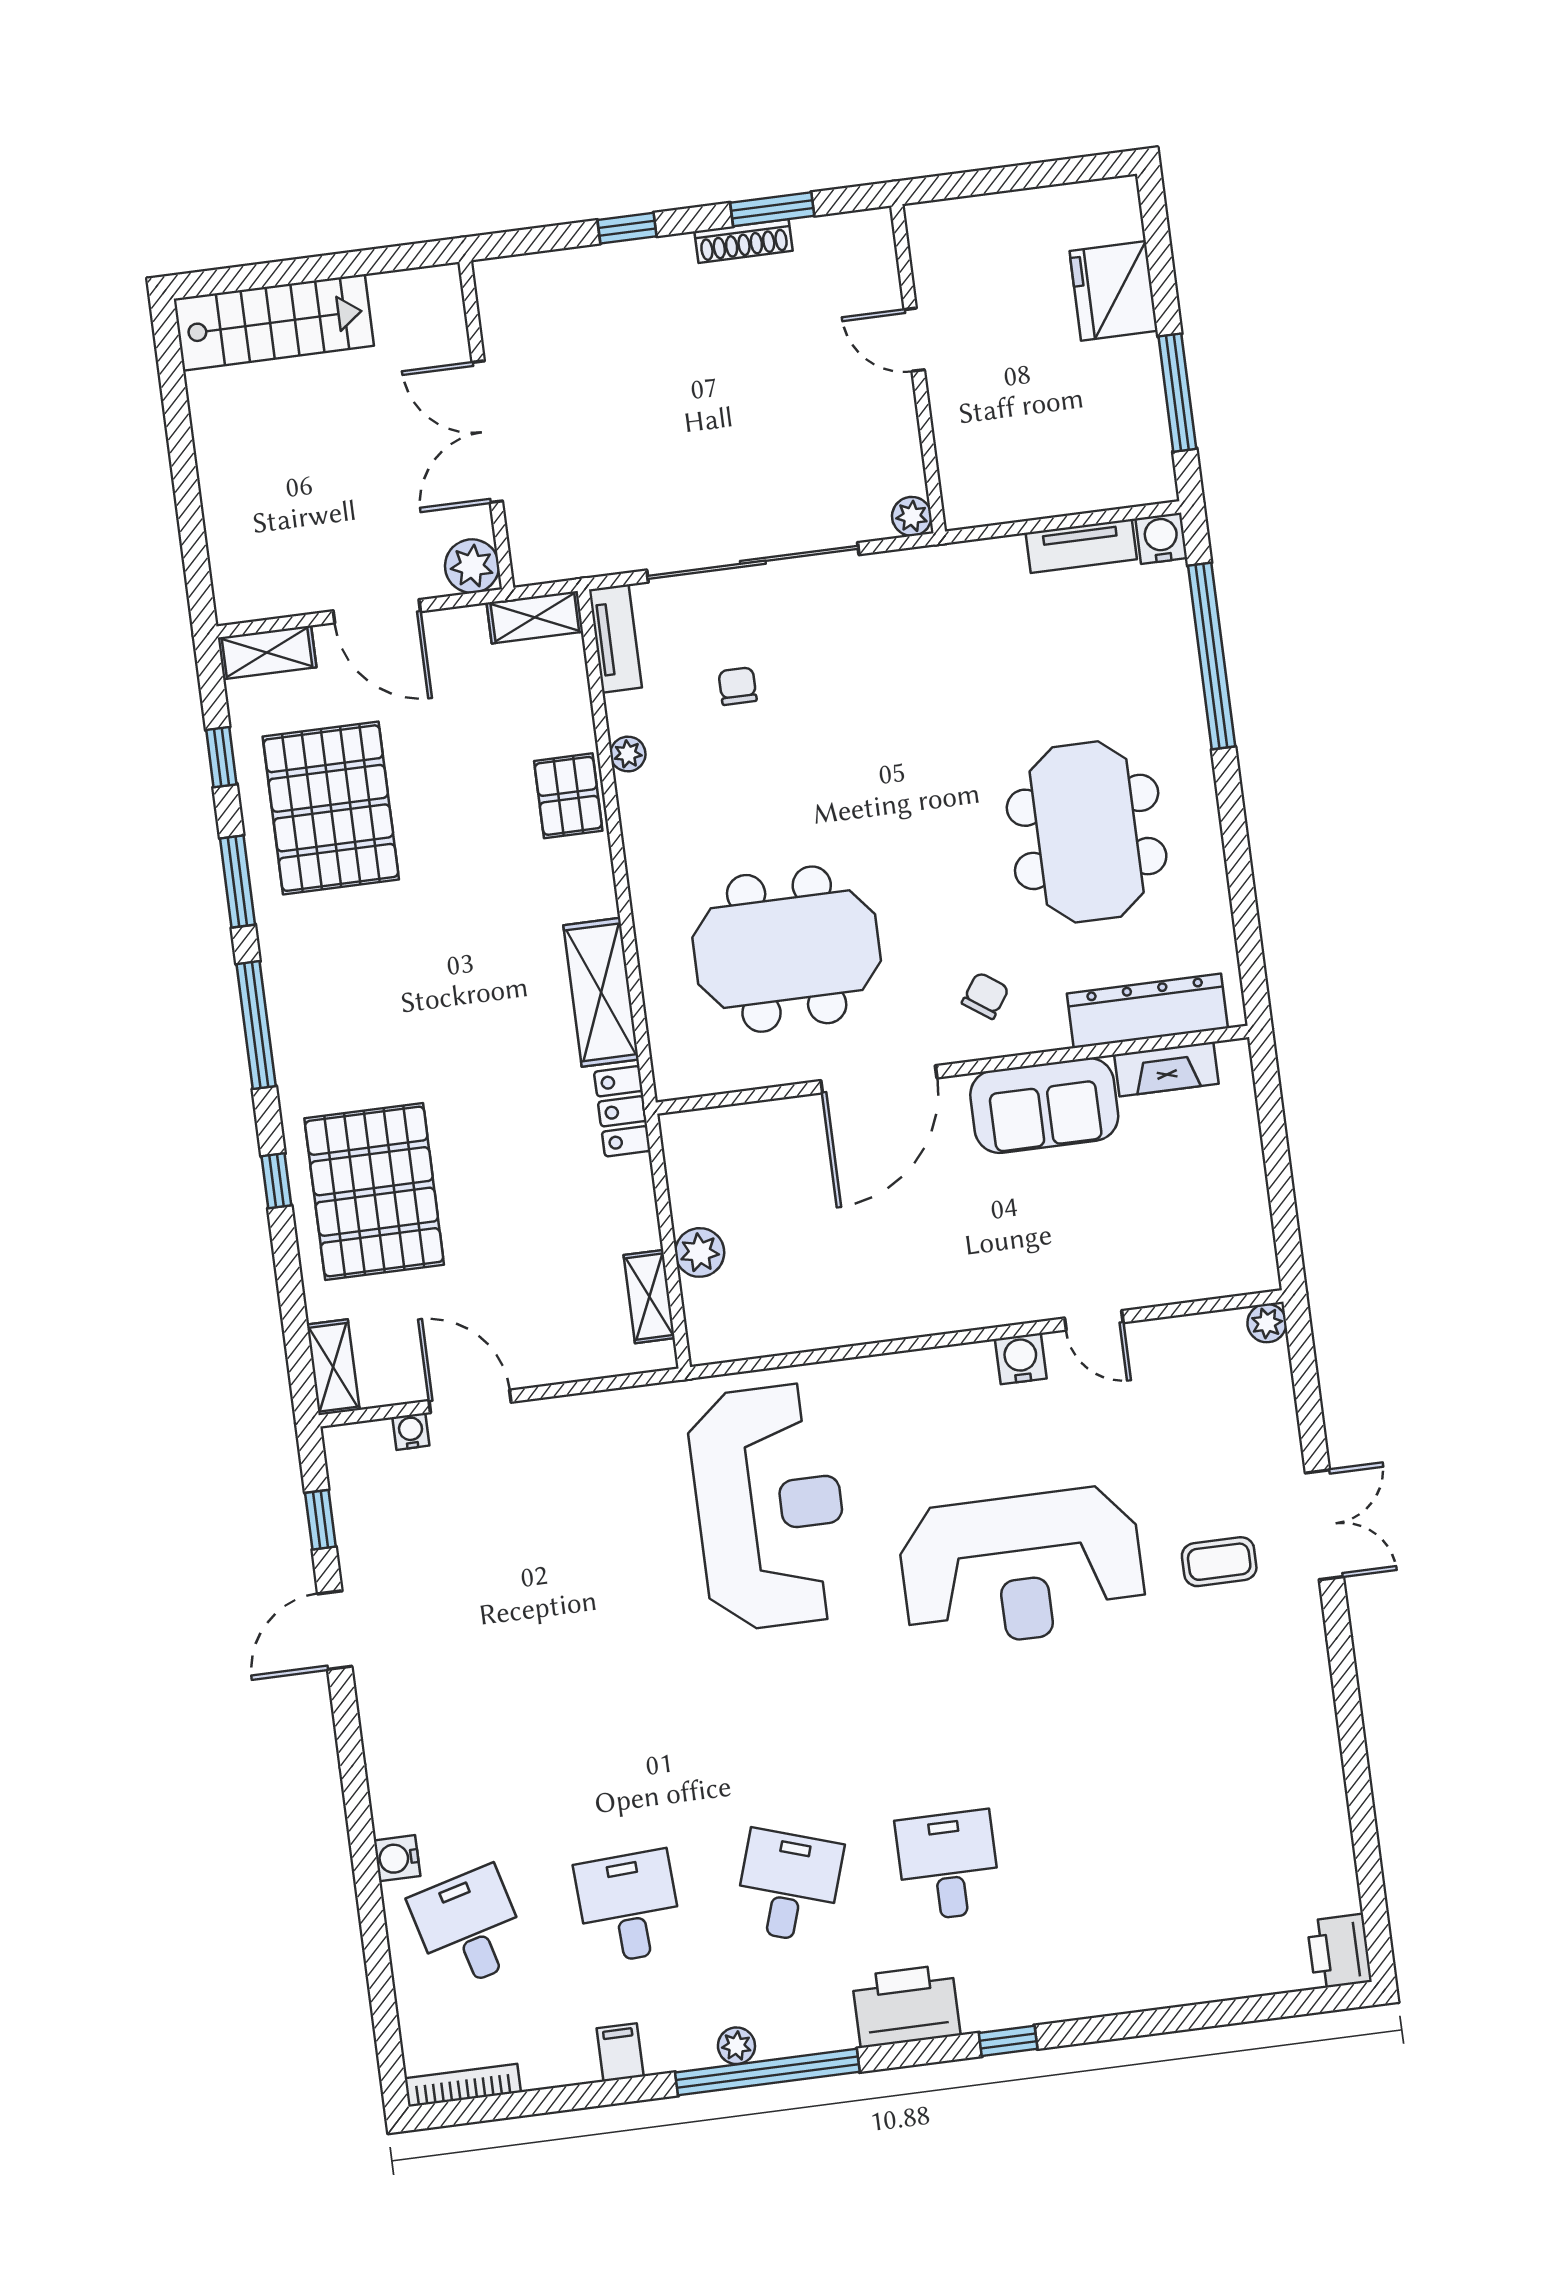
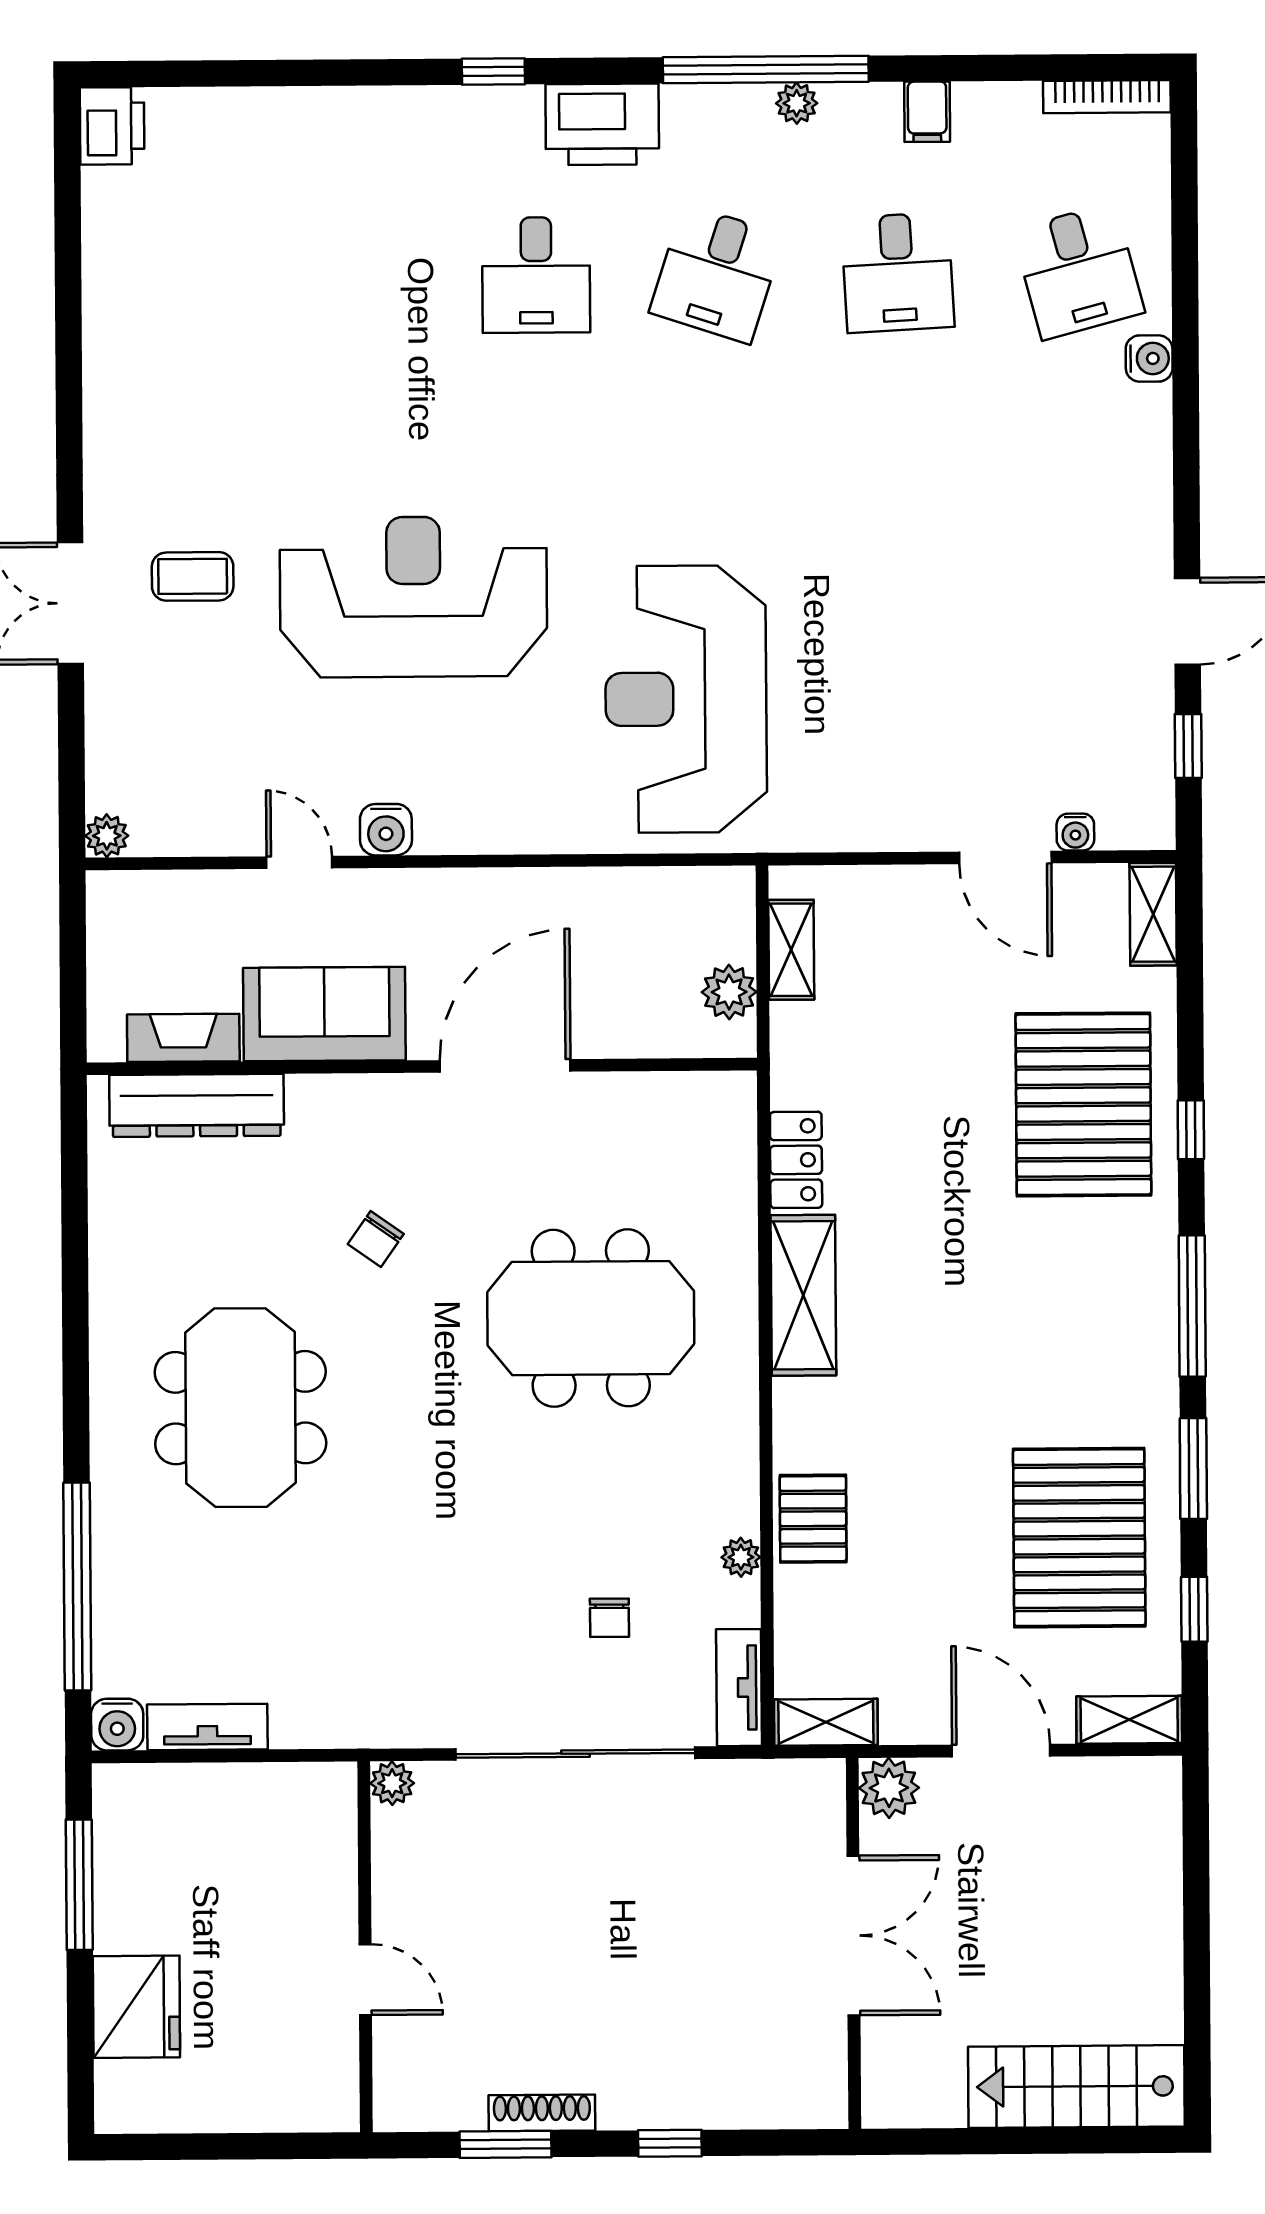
dresser: (1147, 1011) -> (197, 1105), moved
fireplace: (1166, 1069) -> (183, 1038), moved
wall: (952, 1070) -> (422, 1066), moved
door: (879, 1079) -> (505, 1066), moved
sofa: (1044, 1106) -> (324, 1014), moved

